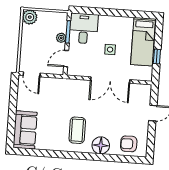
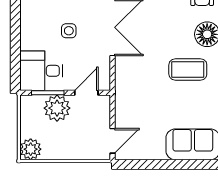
plant: (61, 38) -> (57, 108), width x1.88, depth x1.88
door: (66, 59) -> (86, 93), swing flipped

